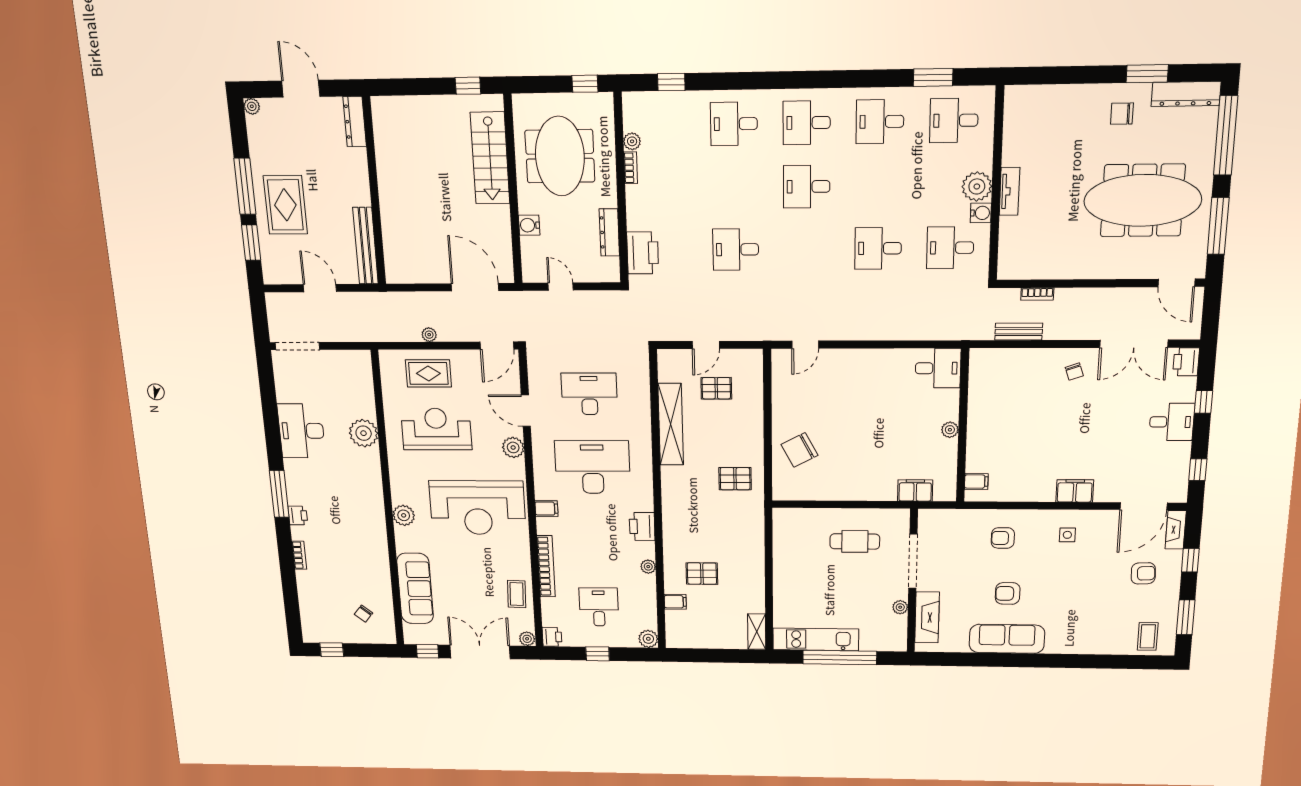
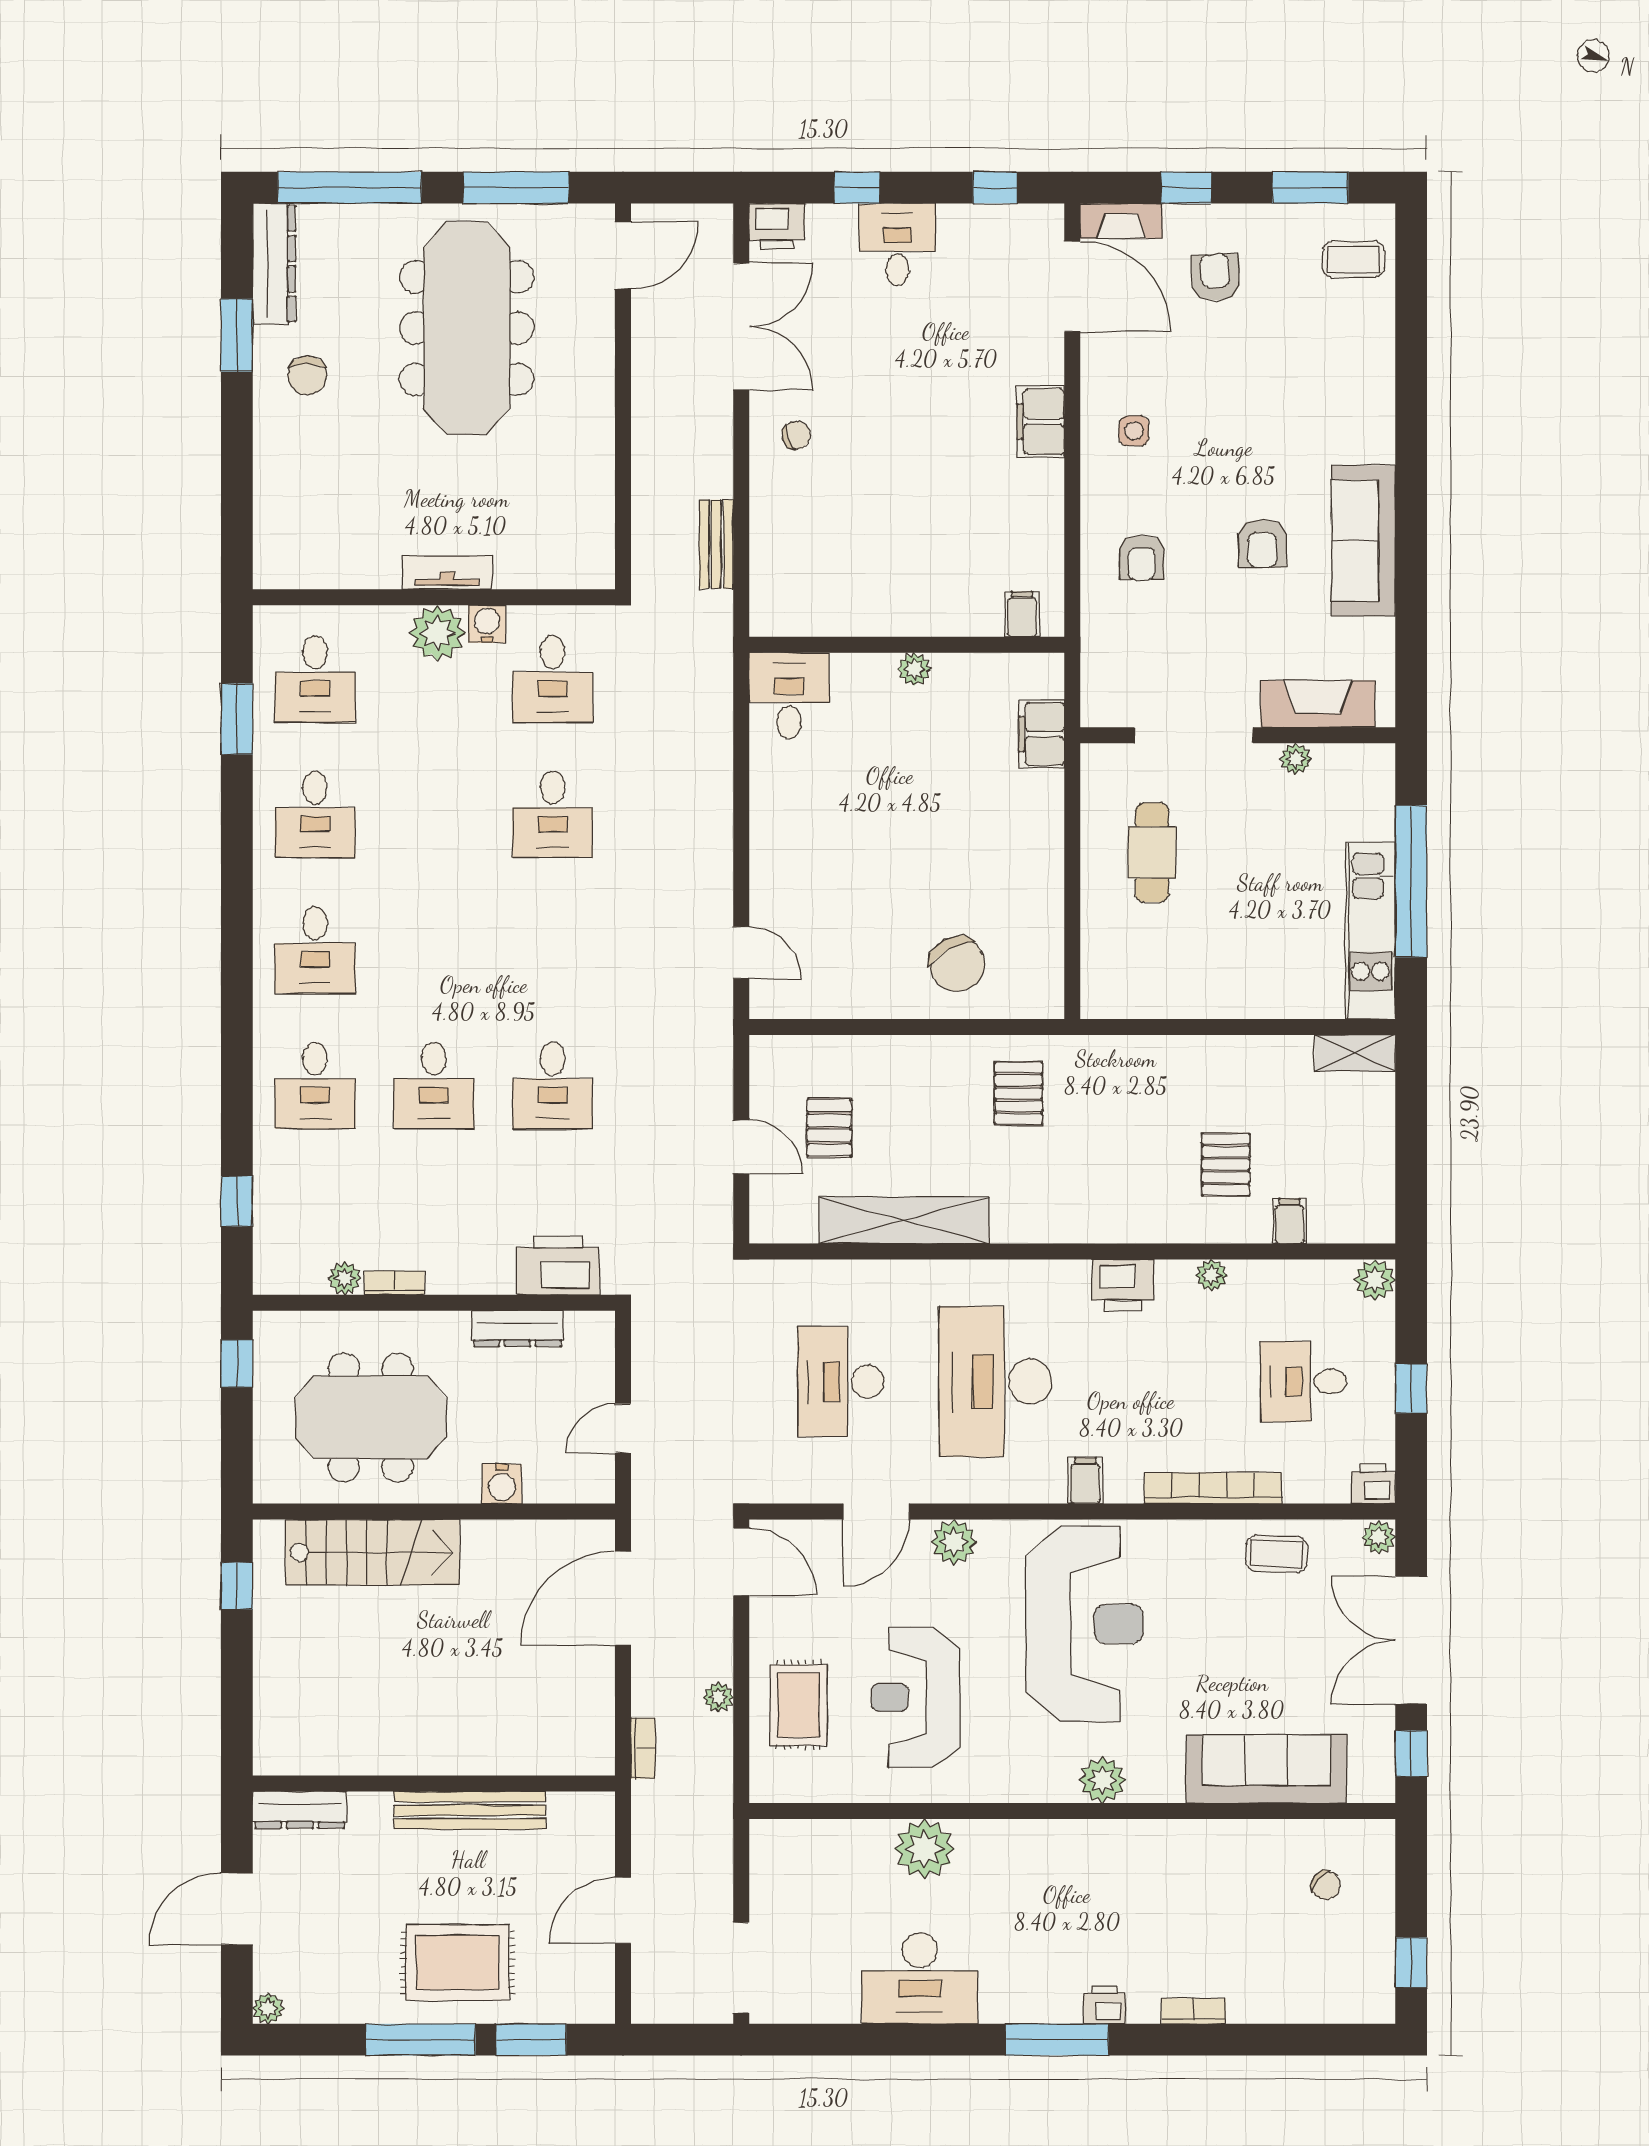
desk: (807, 187) -> (434, 1086), moved
bench: (366, 246) -> (470, 1810), moved
bookcase: (1037, 294) -> (643, 1748), moved

